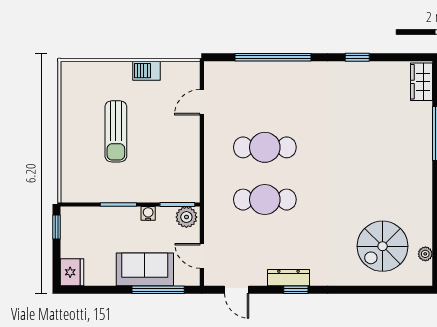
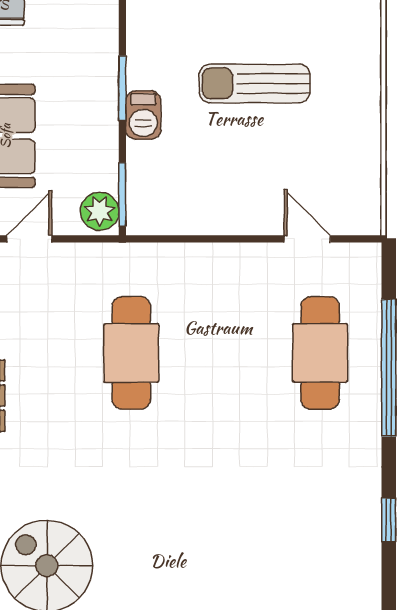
barbecue: (146, 71) -> (143, 115), moved, turned 180
cafe table: (265, 147) -> (320, 353), moved
water cooler: (148, 213) -> (106, 142), removed

